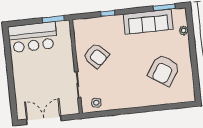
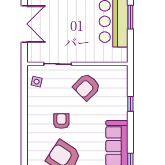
window: (53, 19) -> (130, 17), moved
armchair: (130, 76) -> (61, 121), added

